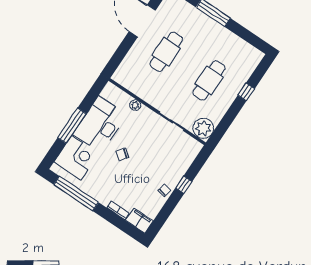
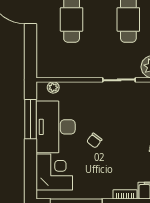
plant: (135, 105) -> (53, 87), moved
window: (72, 126) -> (31, 119), moved

